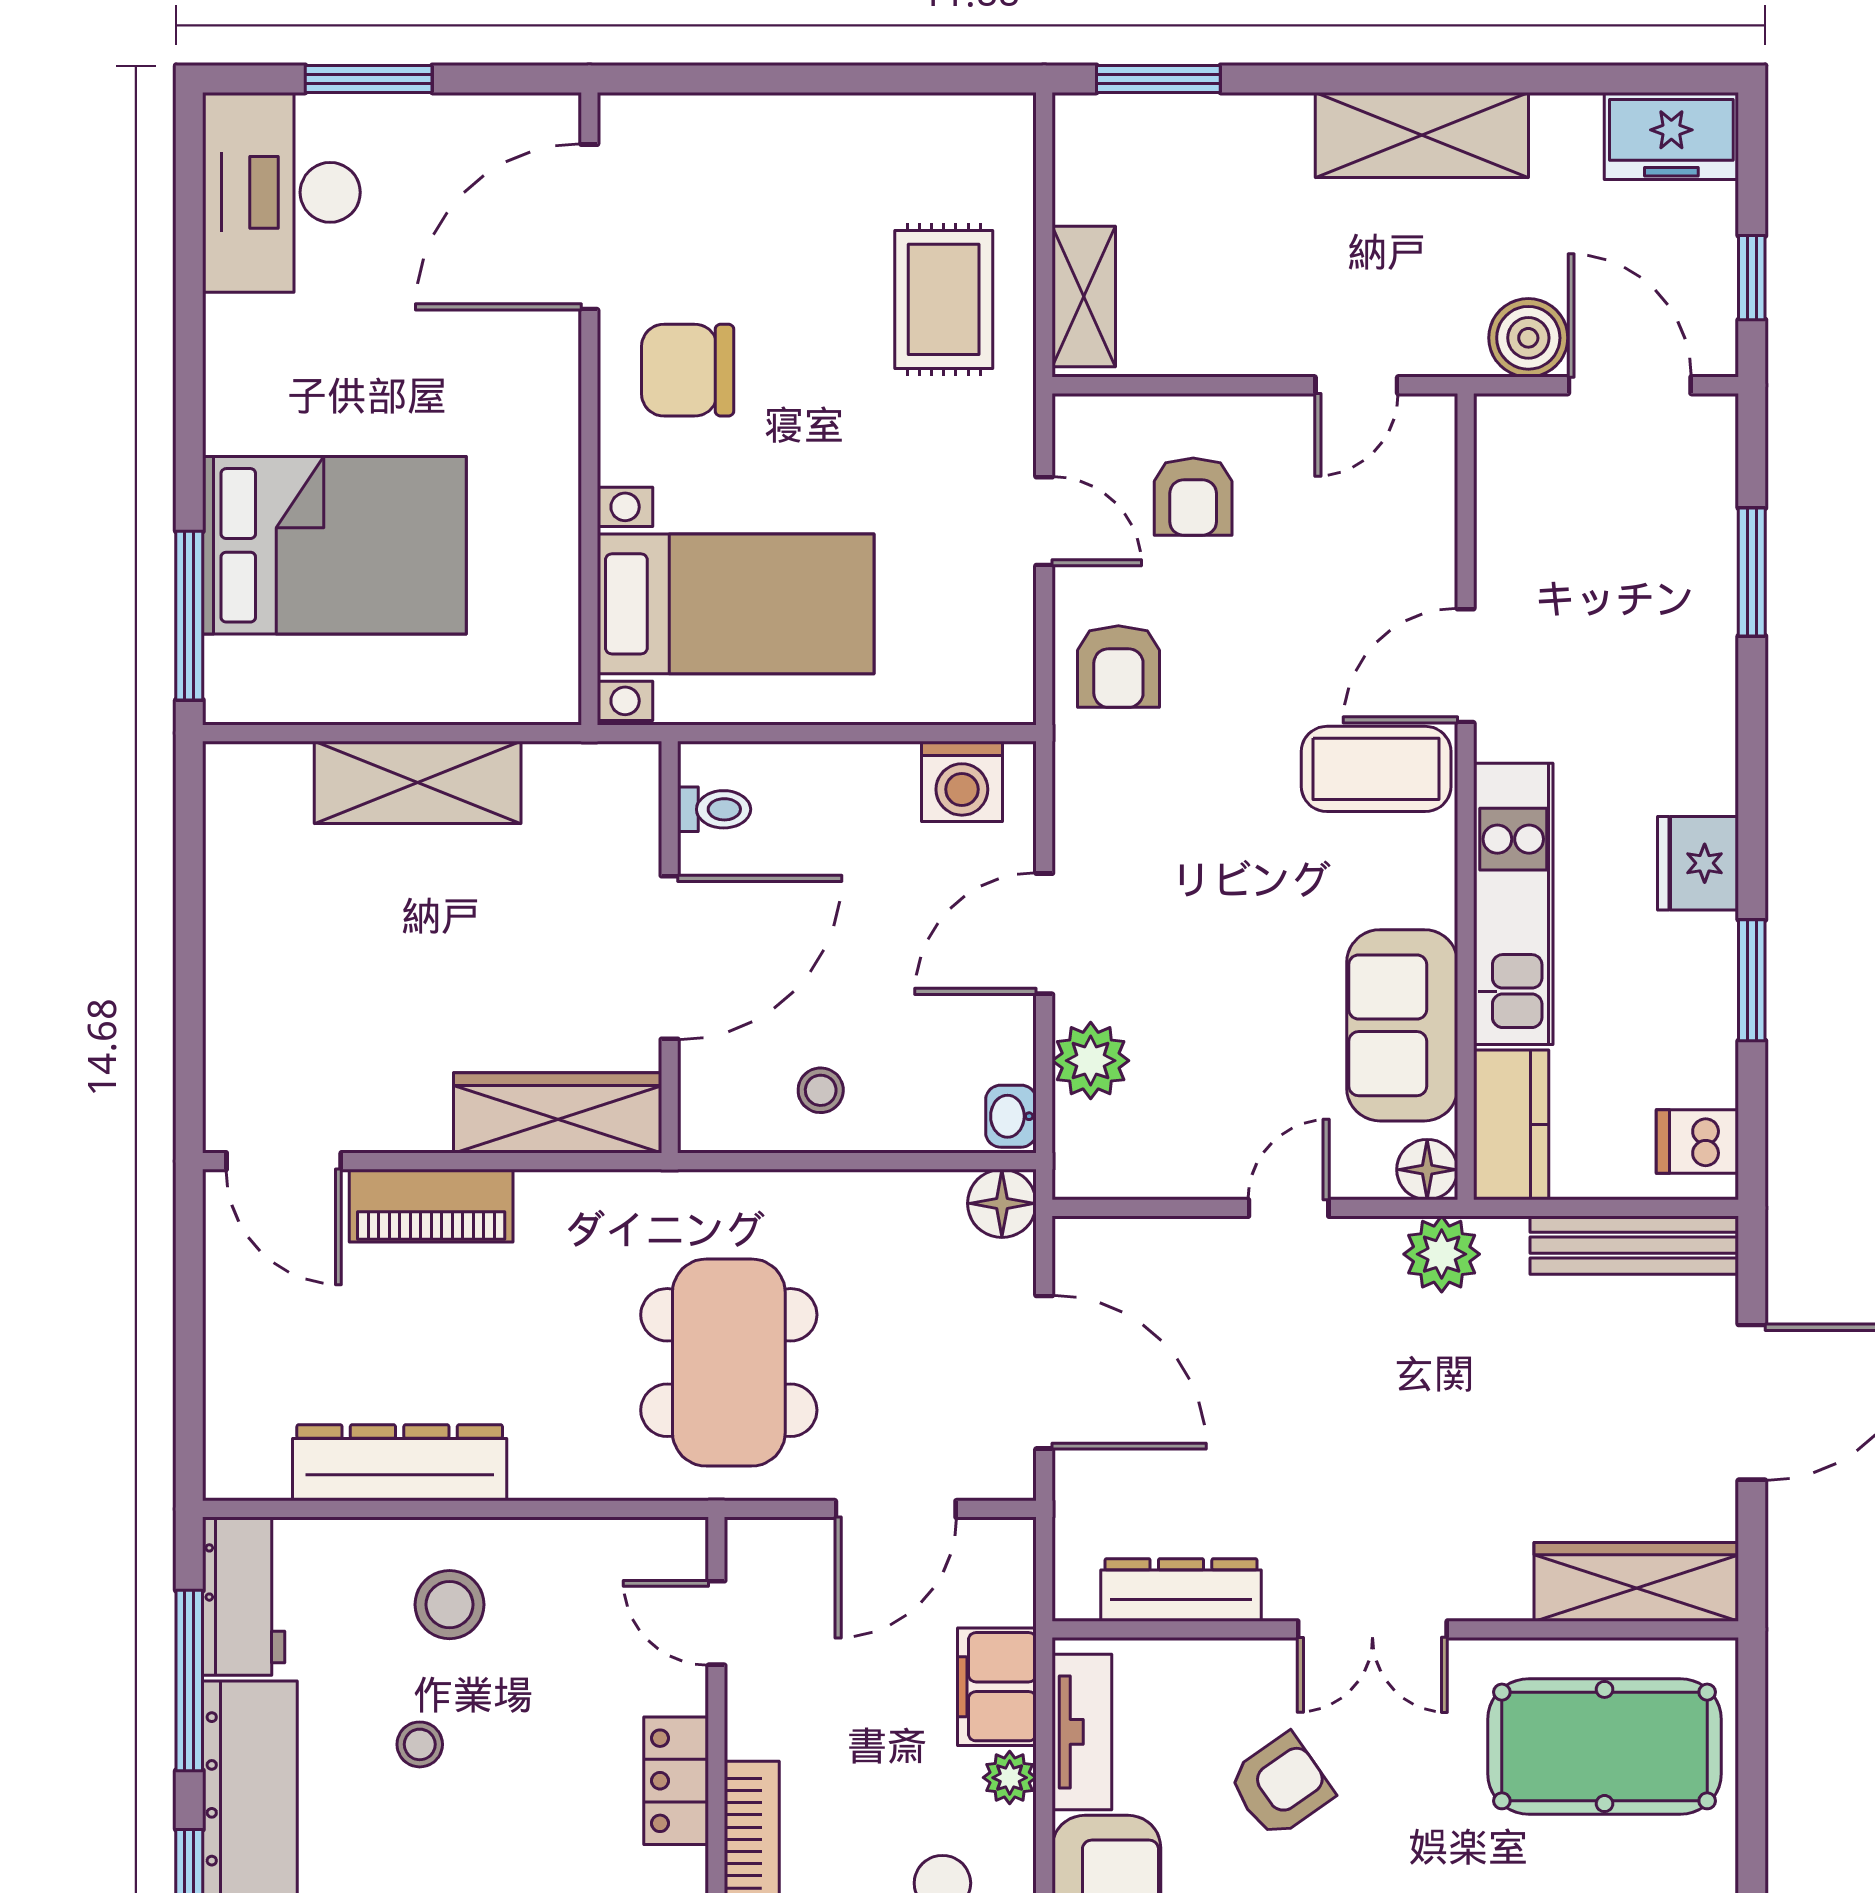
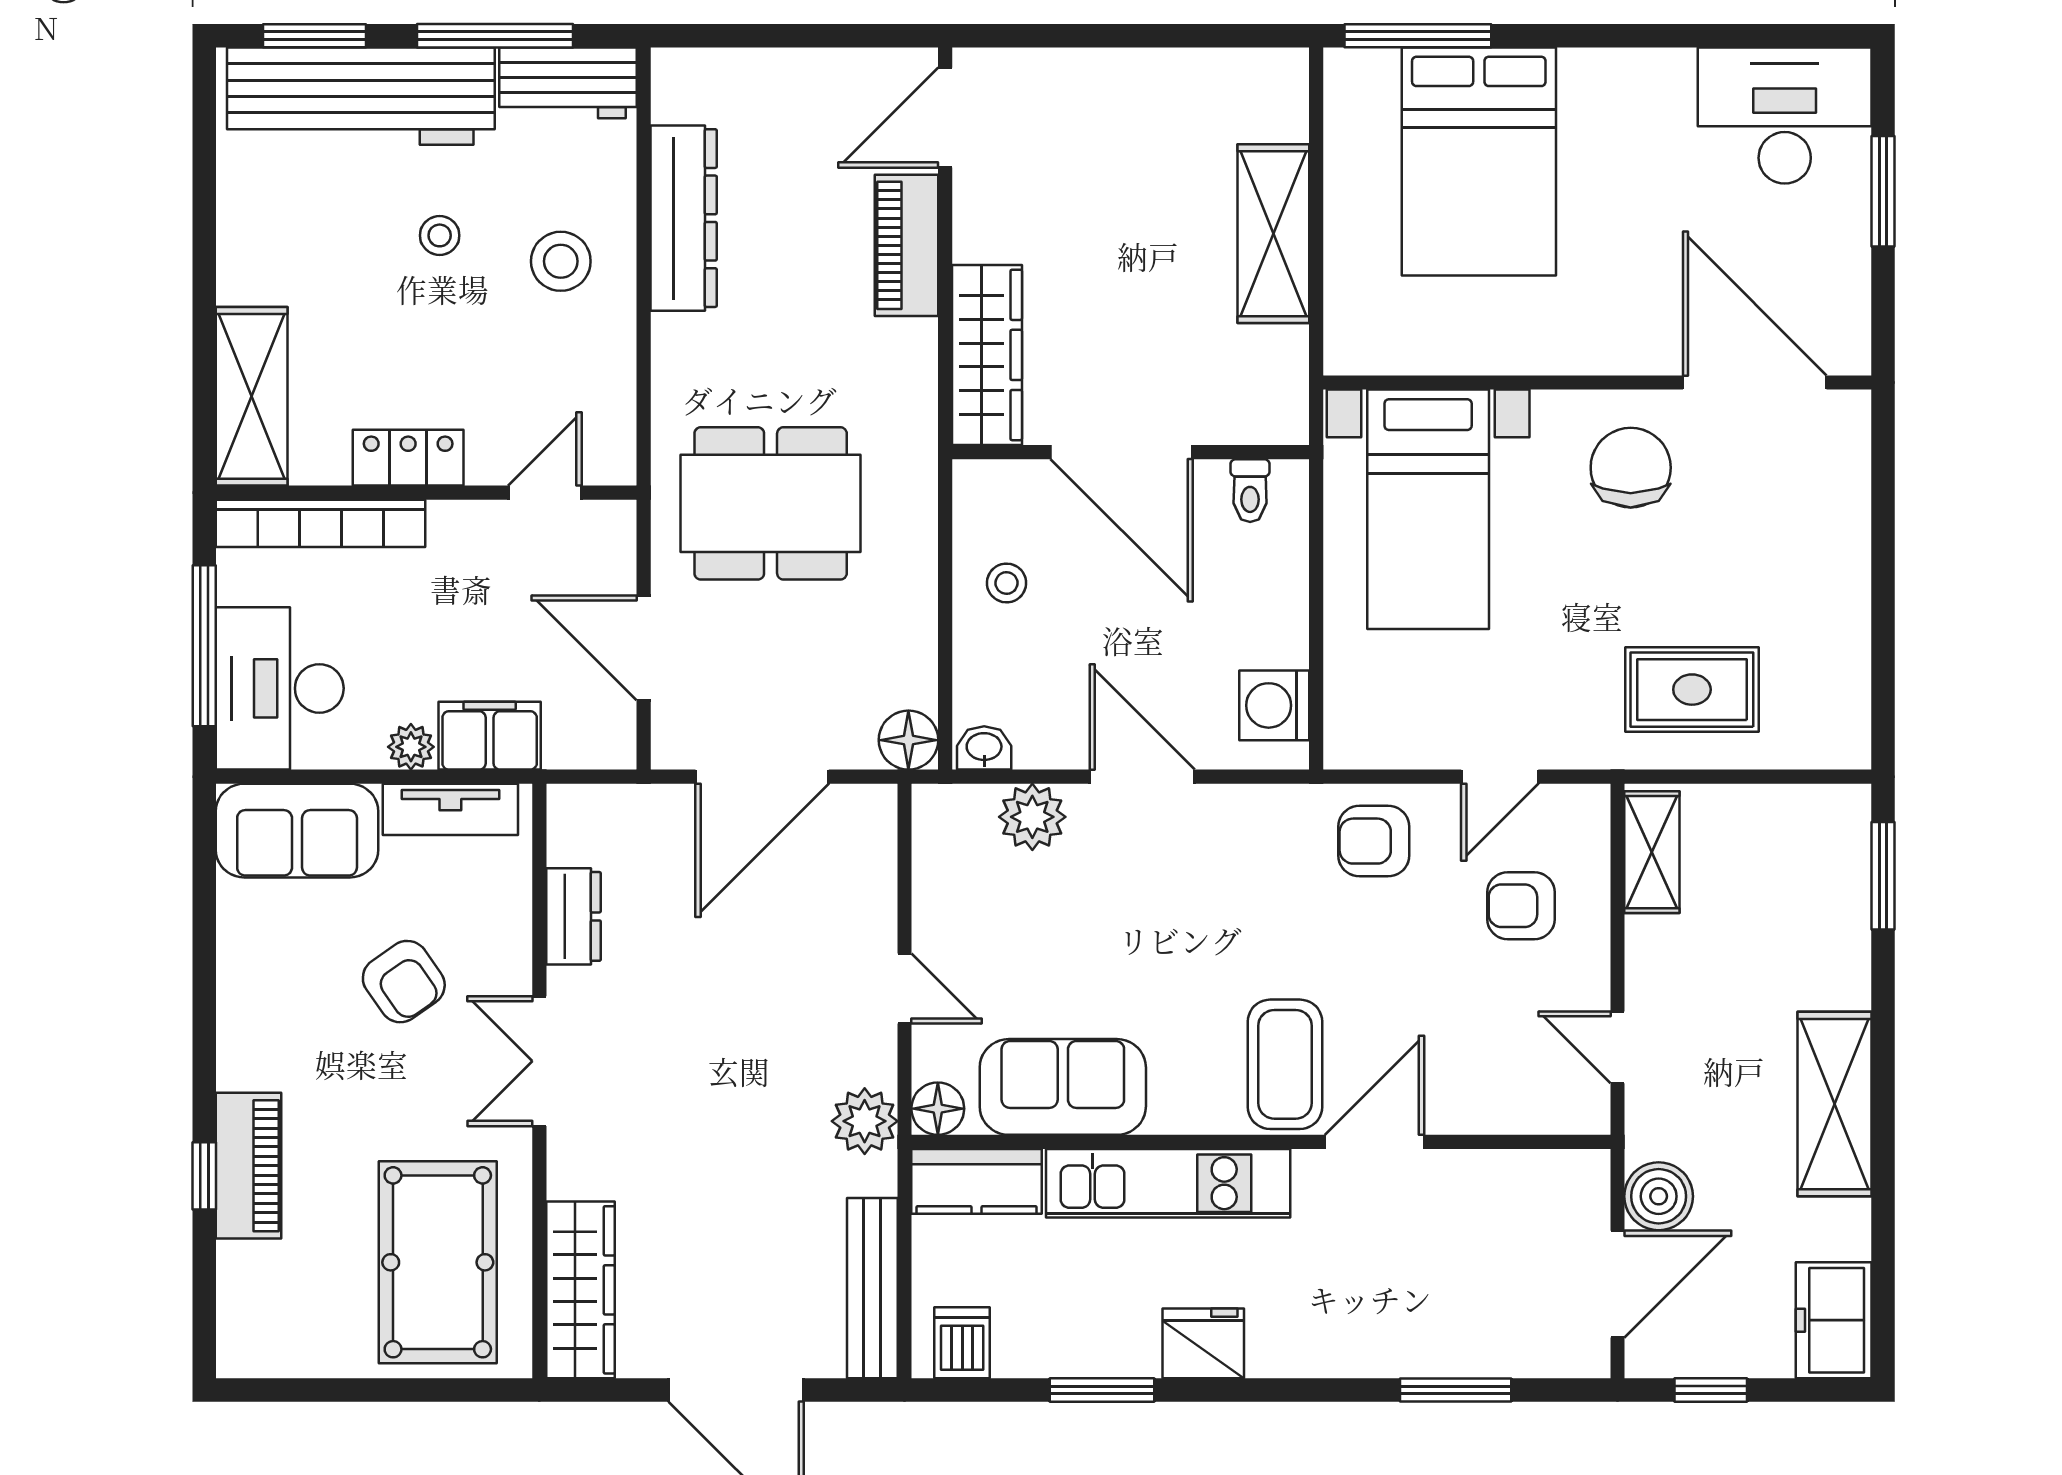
shelving: (1084, 296) -> (1652, 852), moved, turned 90
door: (1466, 666) -> (1374, 1142), hinge flipped
dresser: (1181, 1590) -> (573, 916), width x0.70

